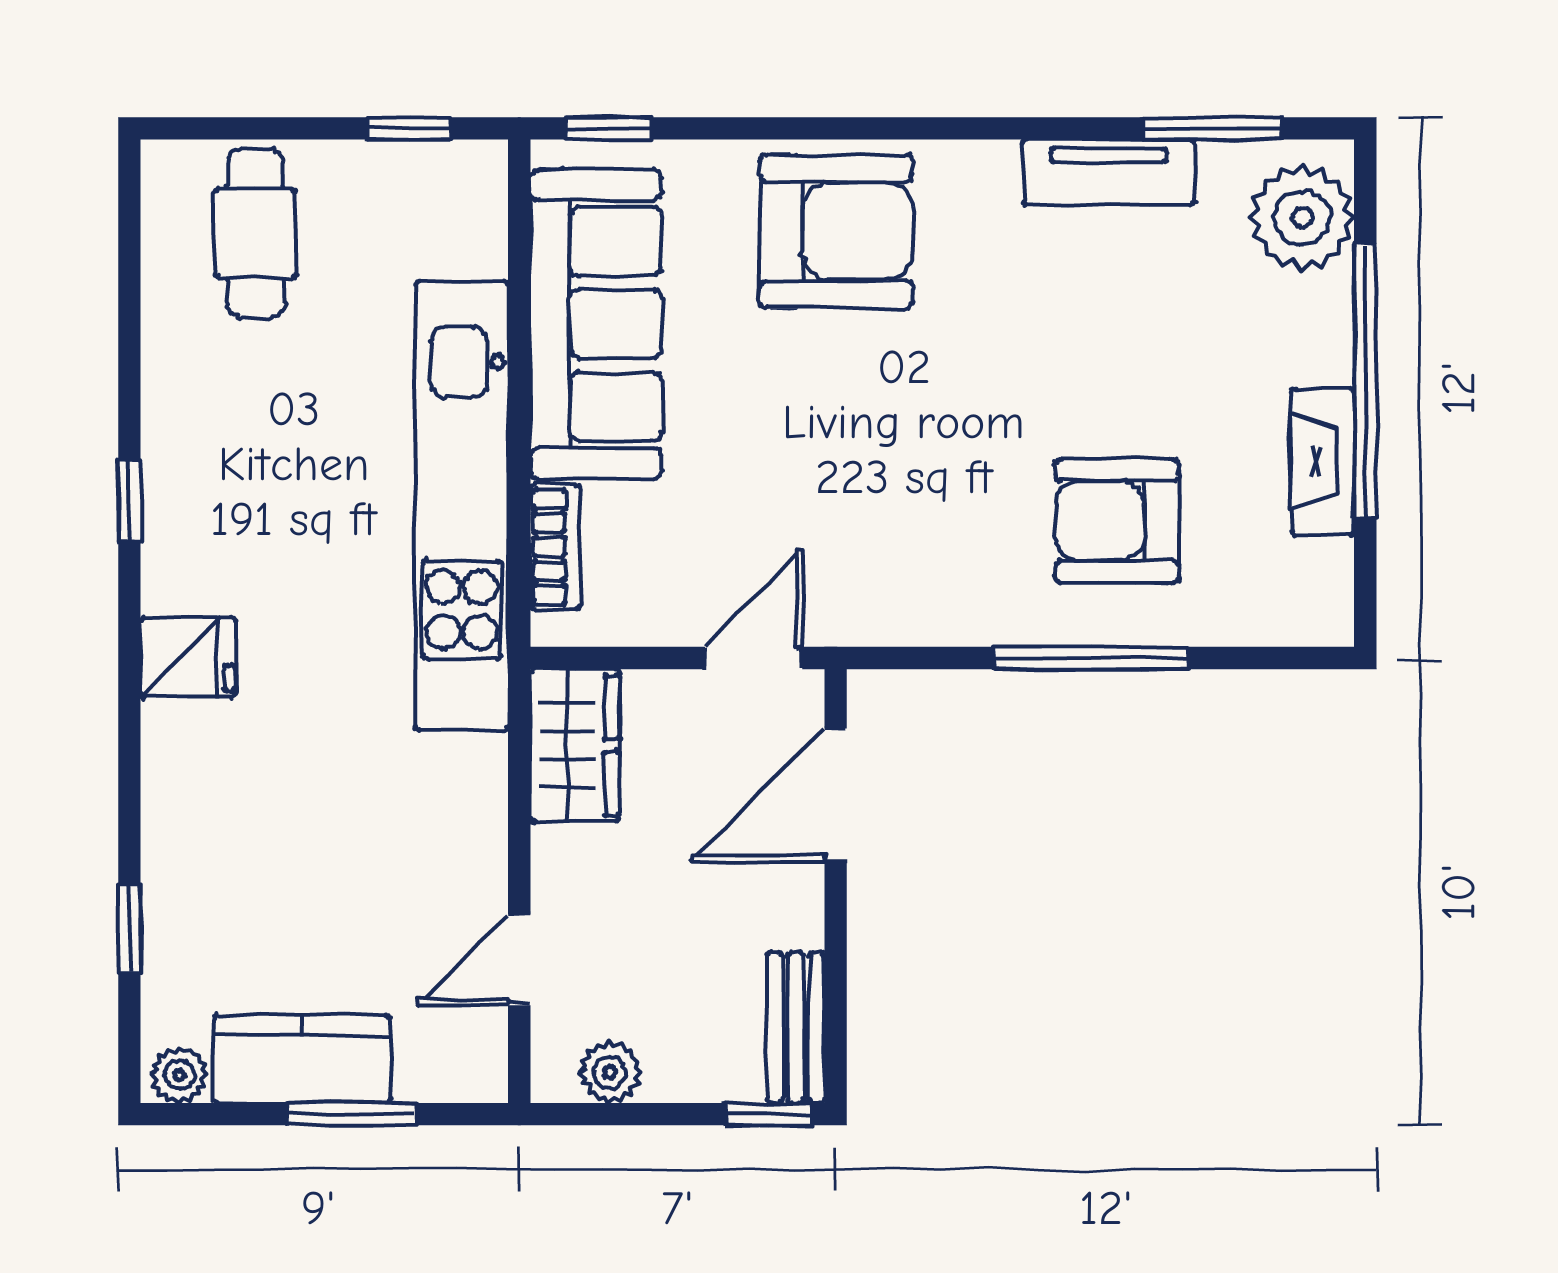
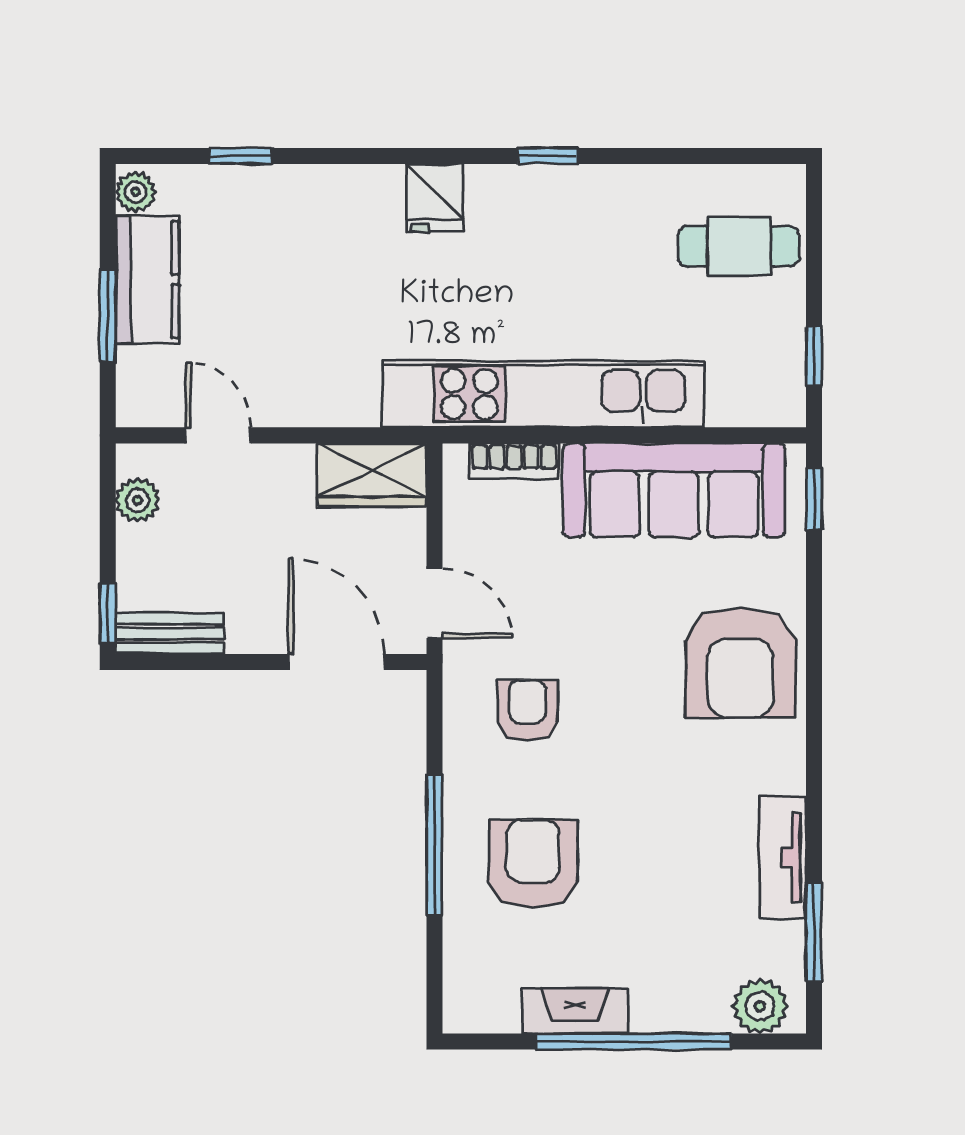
plant: (1302, 218) -> (760, 1006), width x0.73, depth x0.73
armchair: (903, 528) -> (528, 710), added

